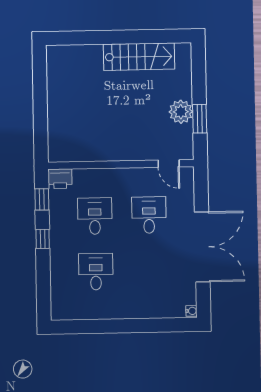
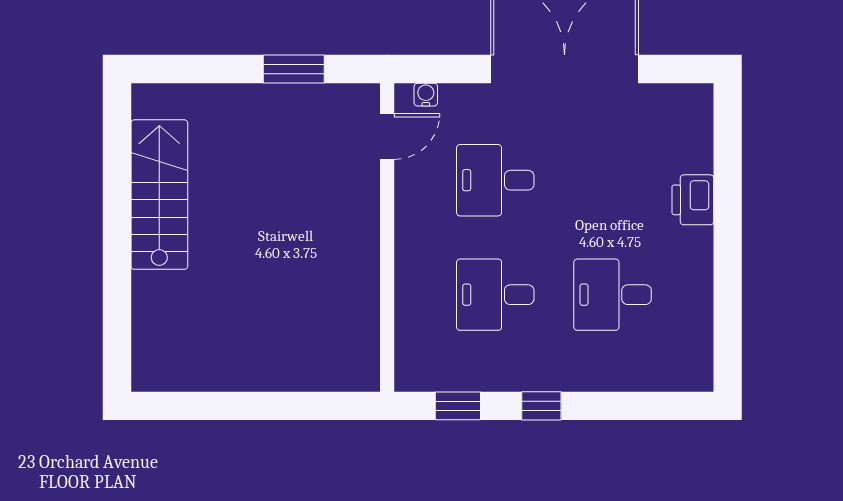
plant: (181, 112) -> (278, 108), removed
printer: (60, 179) -> (693, 200), moved, turned 180
water cooler: (191, 311) -> (426, 95), moved

